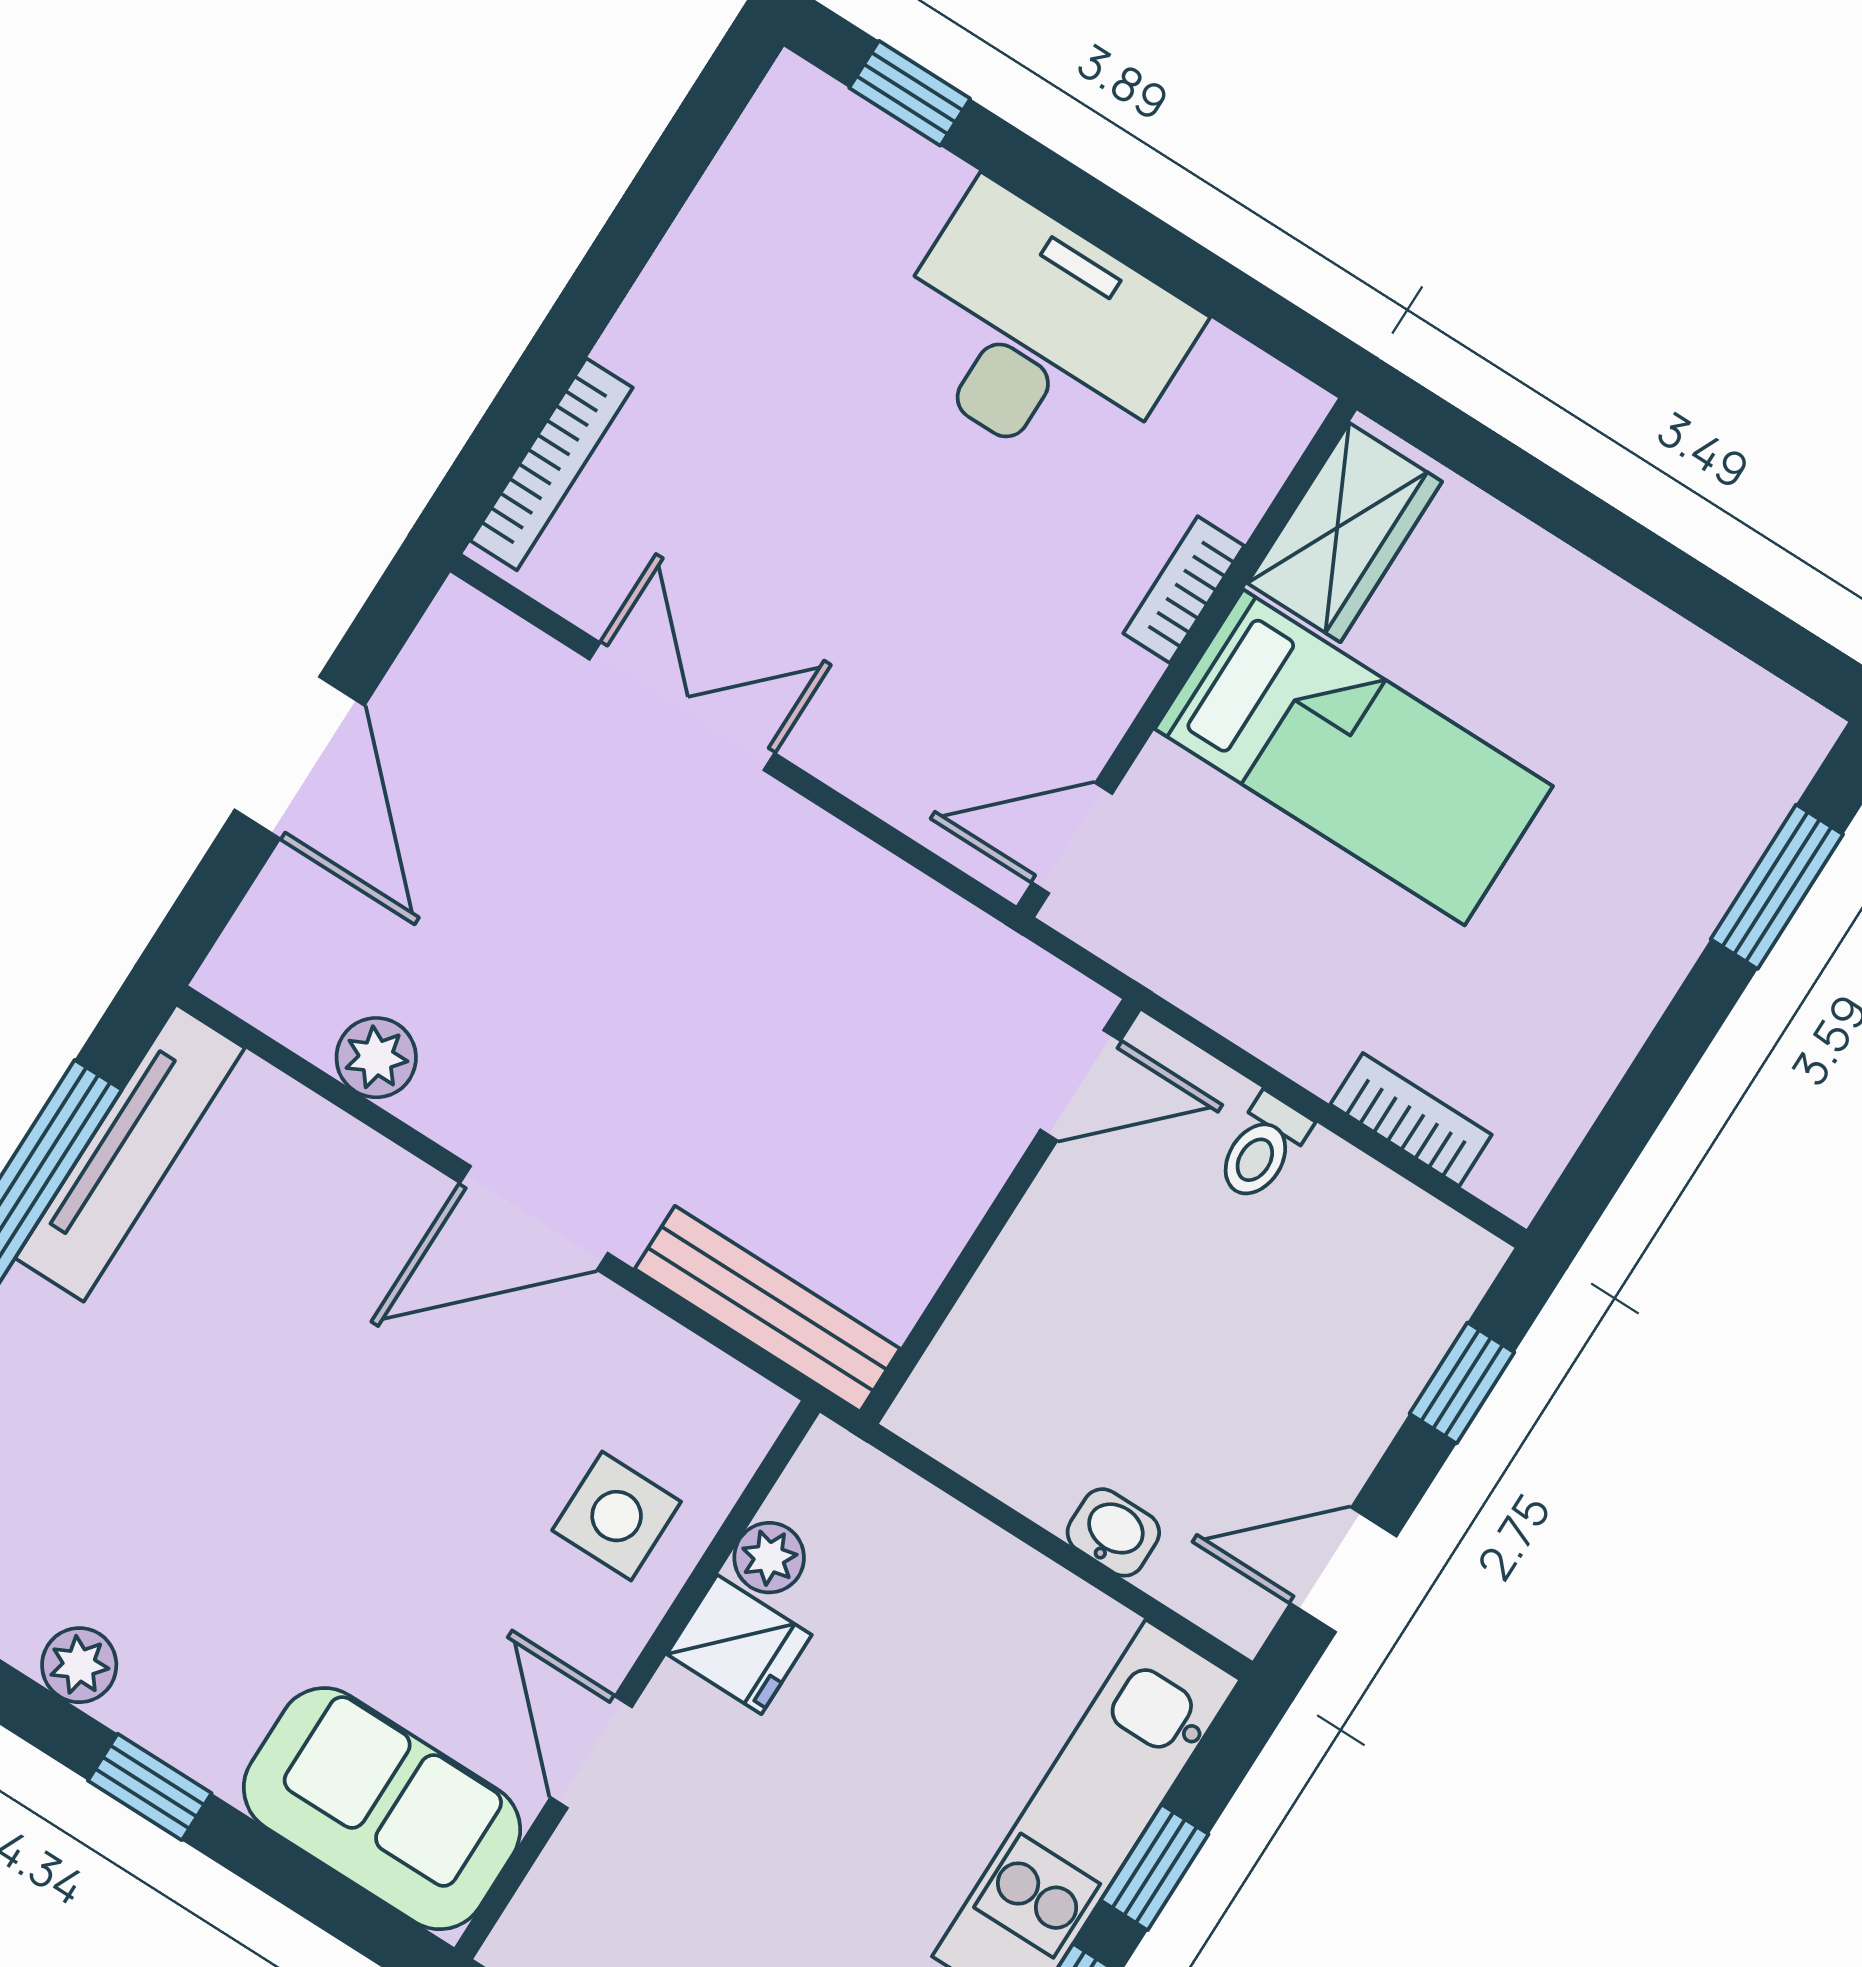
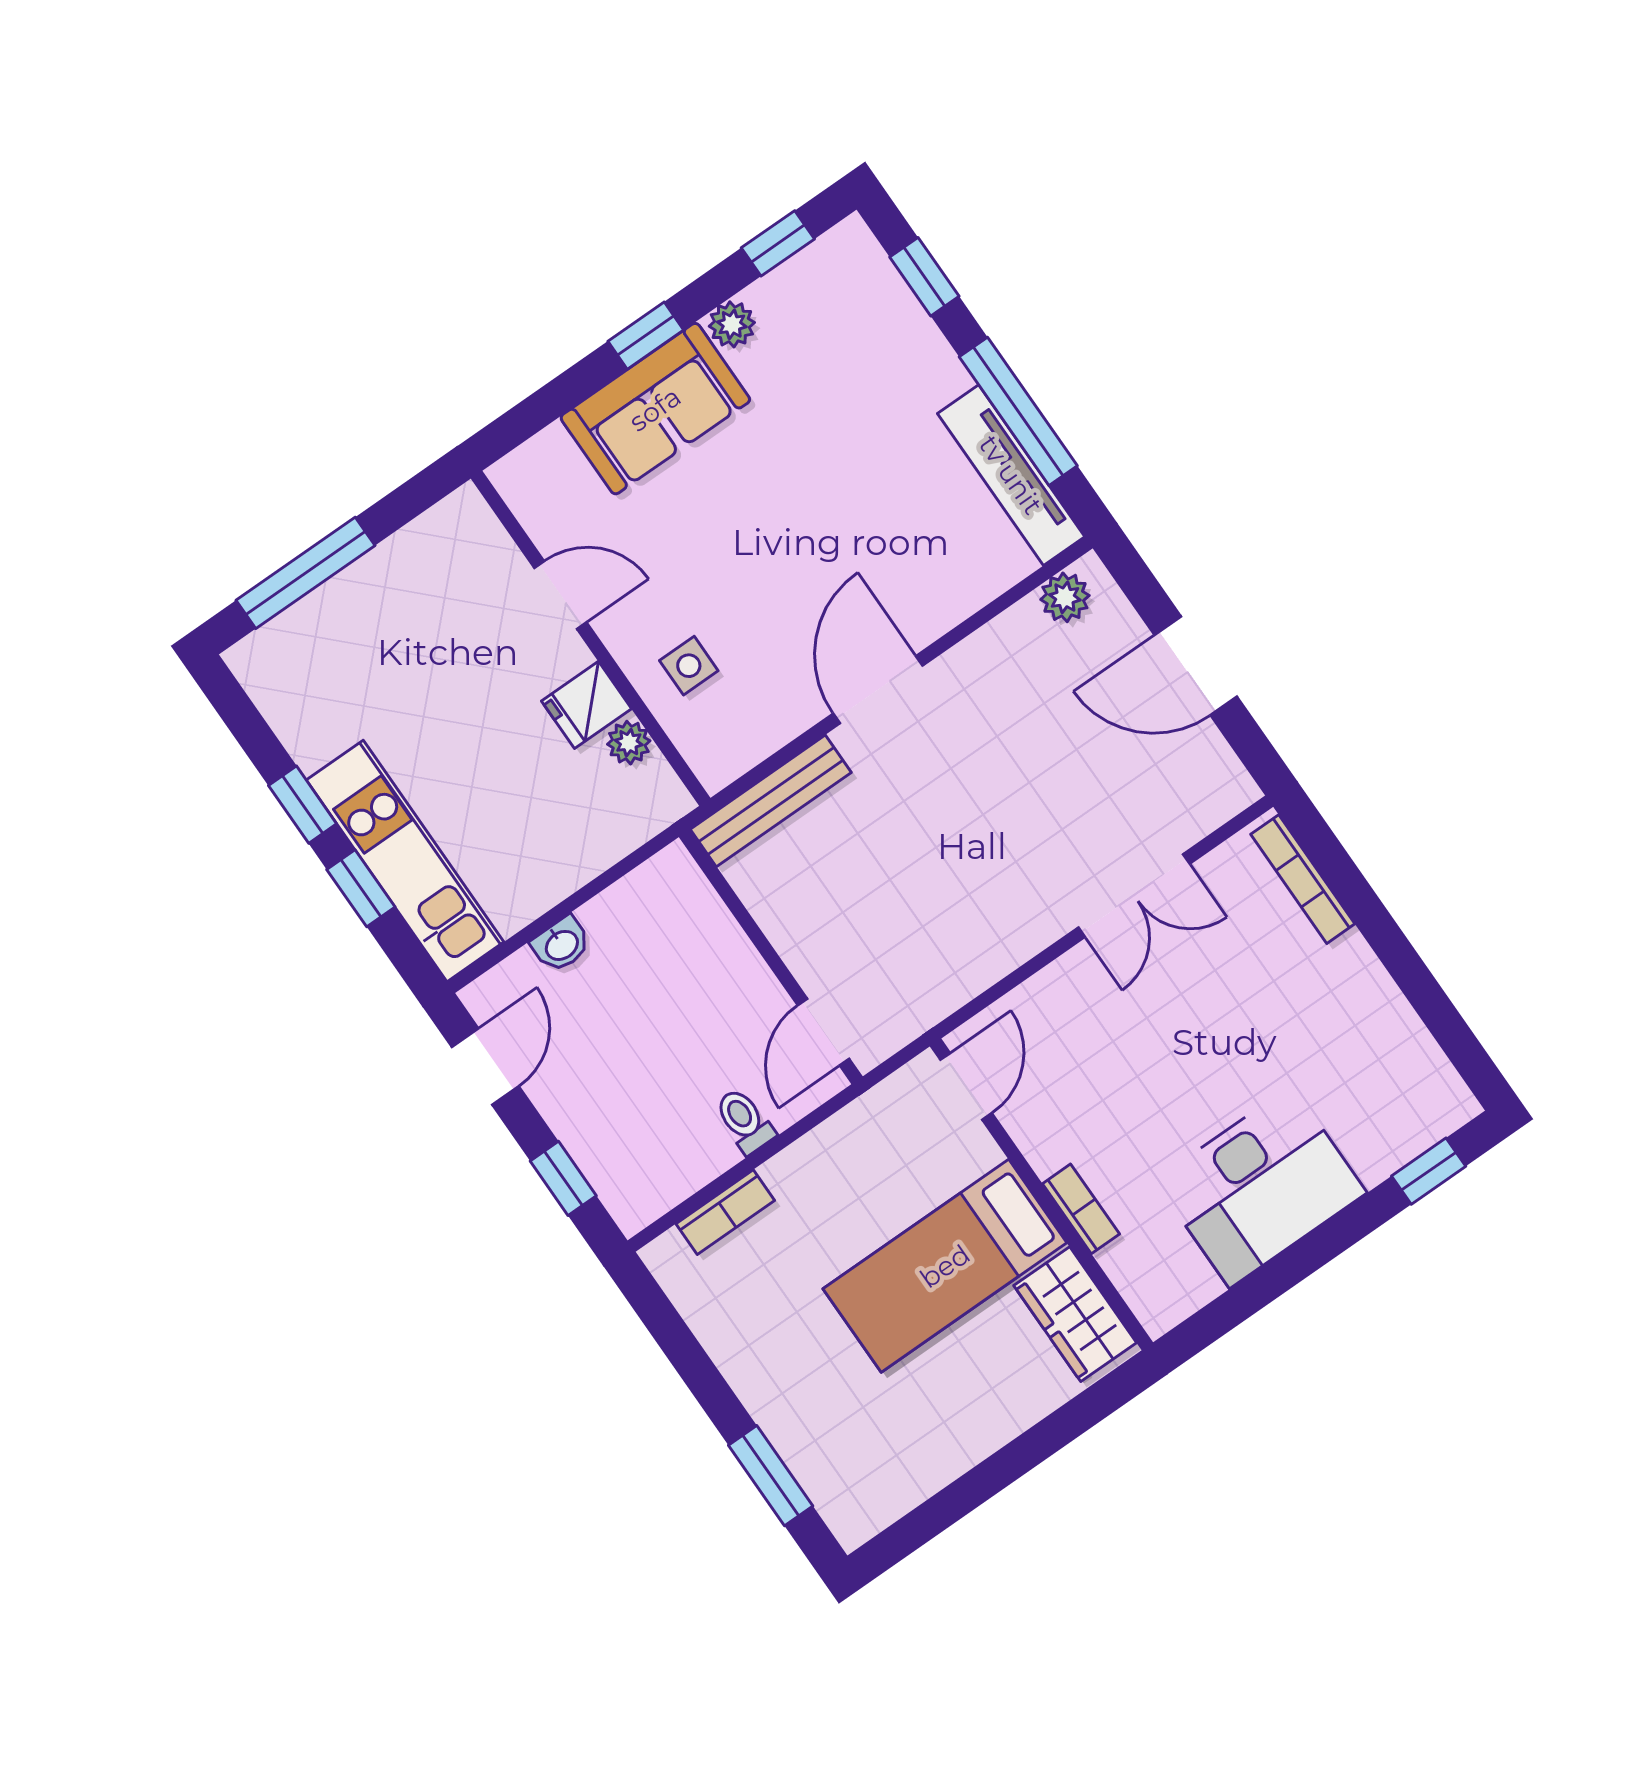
plant: (376, 1058) -> (1065, 597), moved
side table: (617, 1516) -> (689, 666), width x0.73, depth x0.73
sofa: (382, 1809) -> (655, 409), moved

